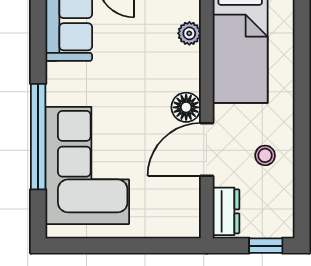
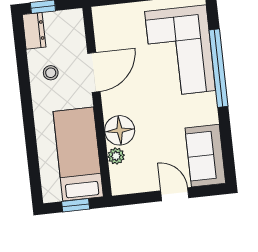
floor lamp: (186, 107) -> (120, 130), moved, width x1.38, depth x1.38
dresser: (226, 211) -> (34, 31), moved, turned 180

